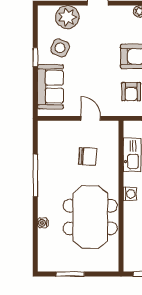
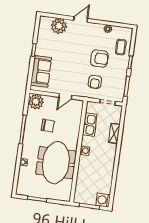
side table: (60, 48) -> (51, 46), removed
door: (91, 118) -> (65, 96), swing flipped
plant: (49, 132) -> (36, 102), added
chair: (88, 156) -> (48, 126), moved

